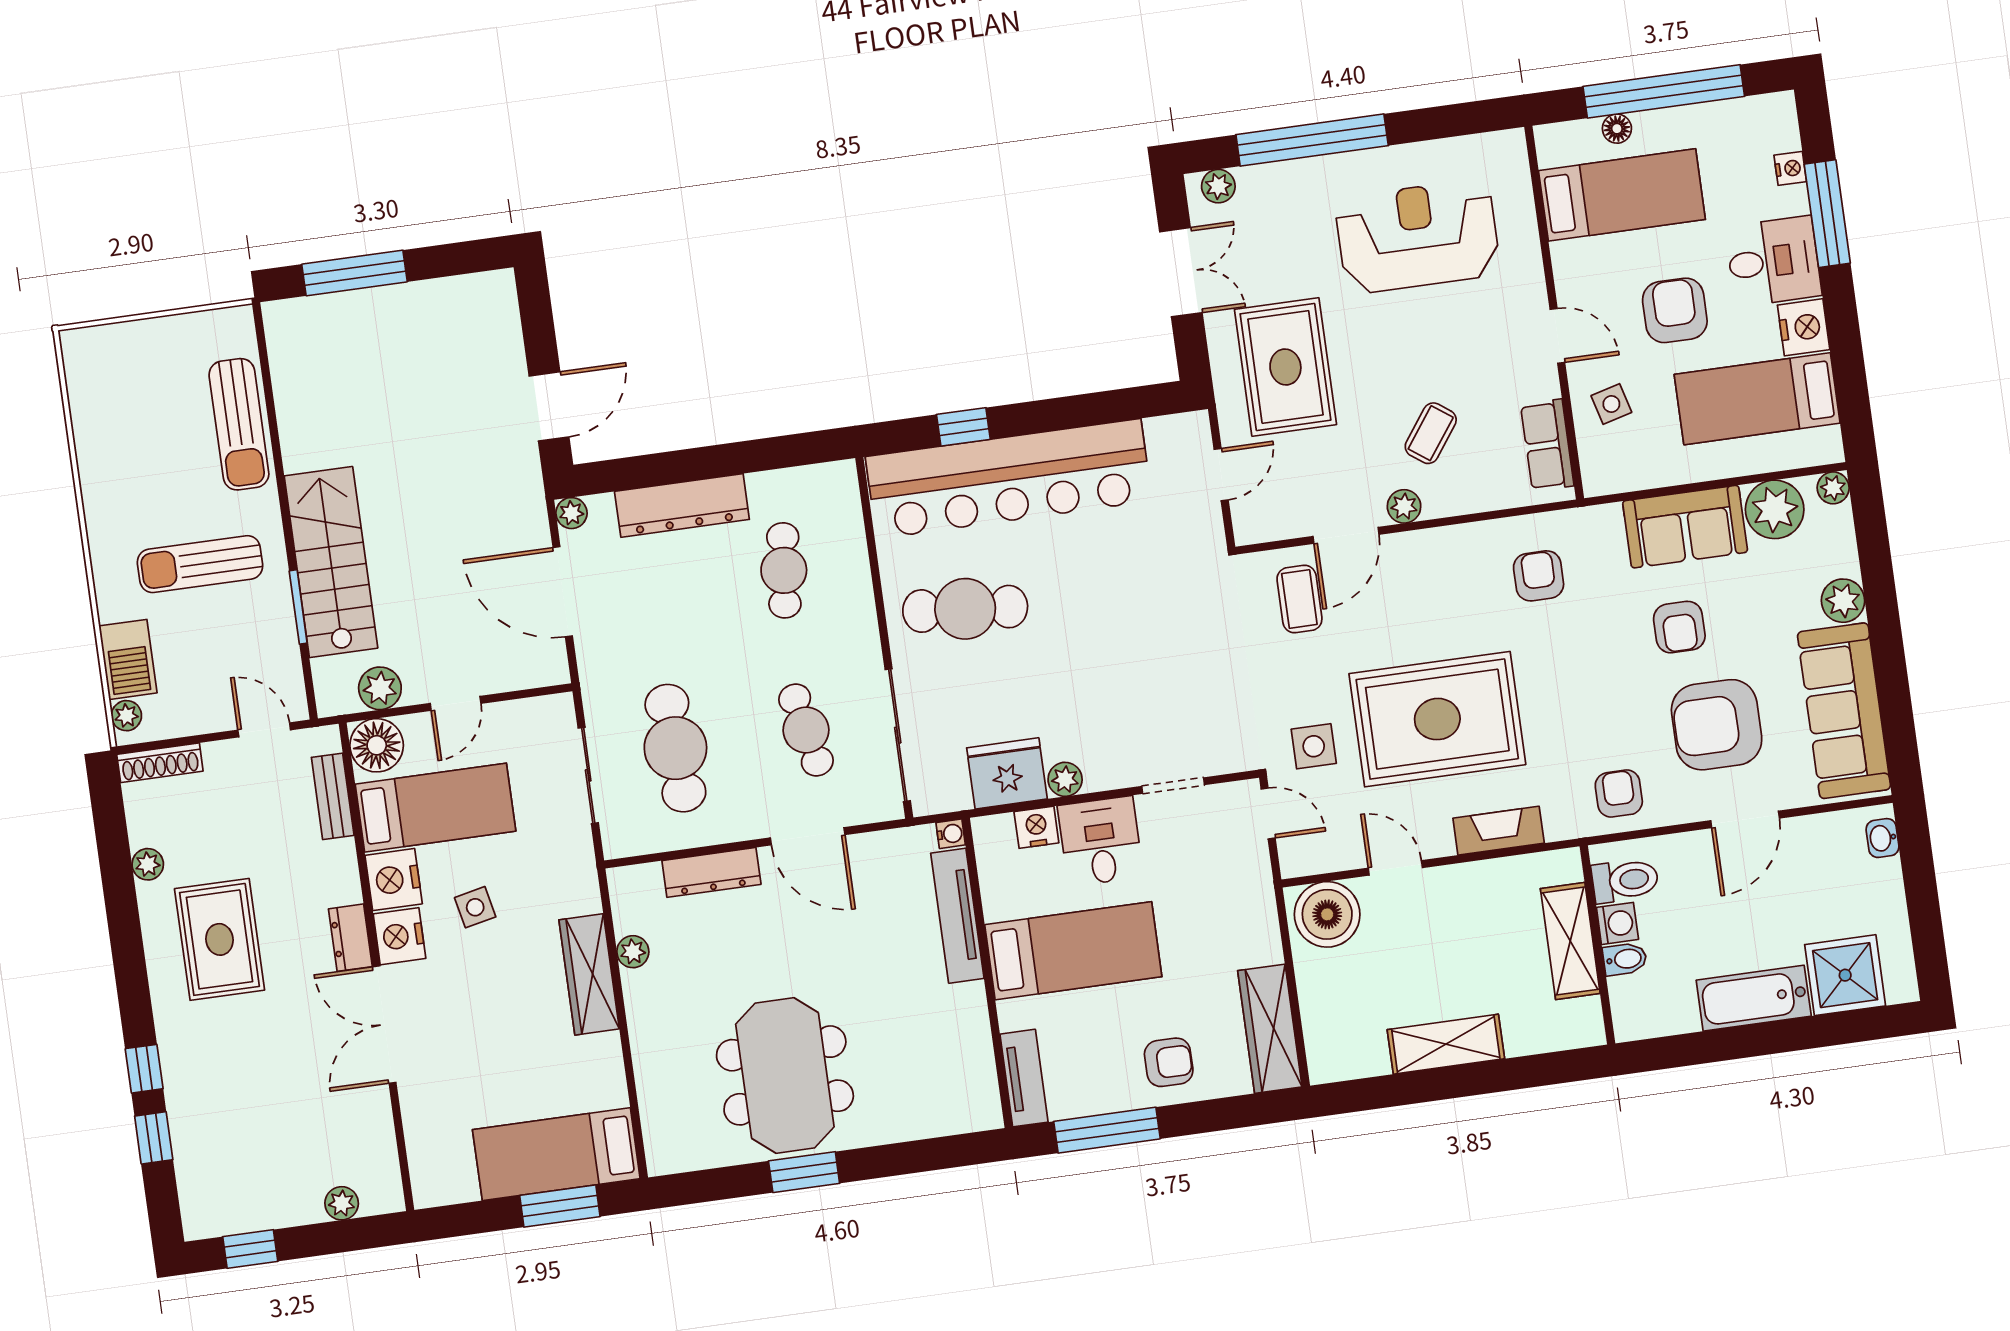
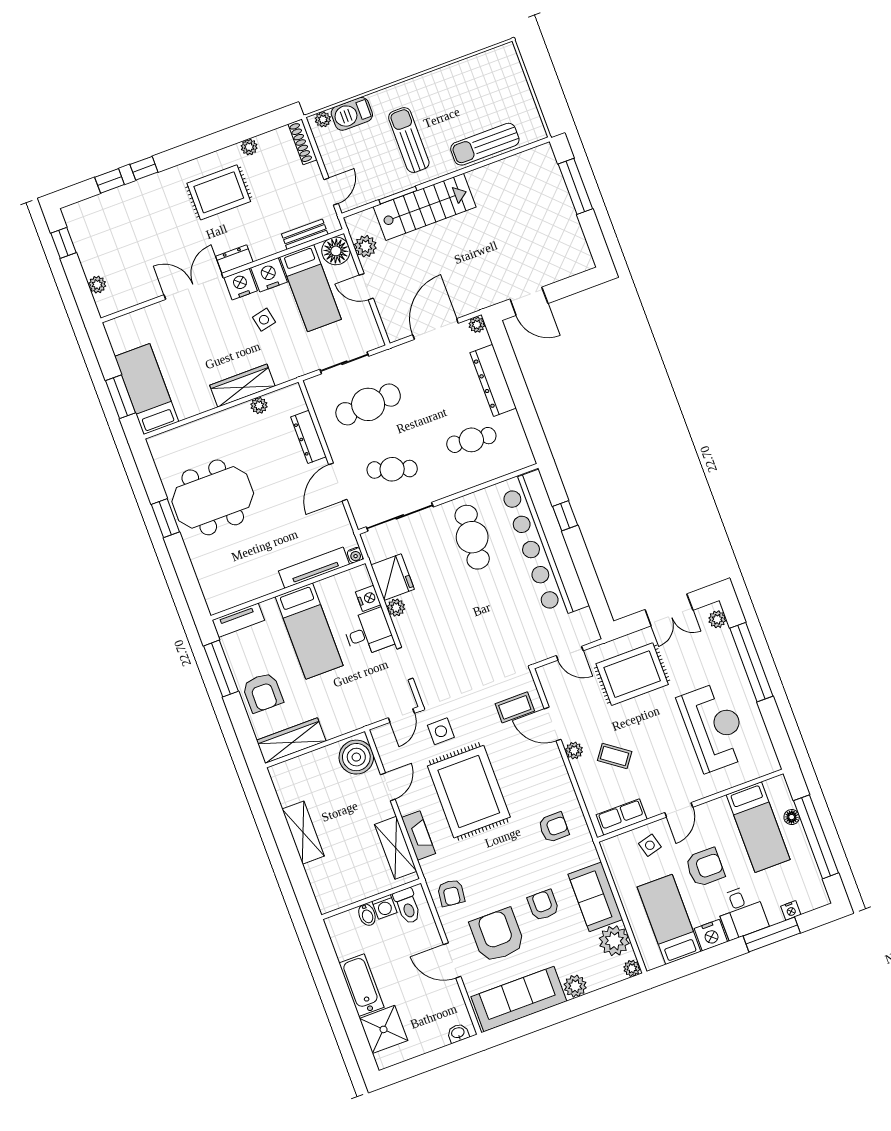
armchair: (1679, 627) -> (543, 905), turned 90
cafe table: (806, 730) -> (392, 469), turned 30
armchair: (1619, 794) -> (451, 893), turned 97
shelving: (1570, 941) -> (396, 848), moved, turned 90
armchair: (1169, 1062) -> (263, 693), width x1.38, depth x1.38

